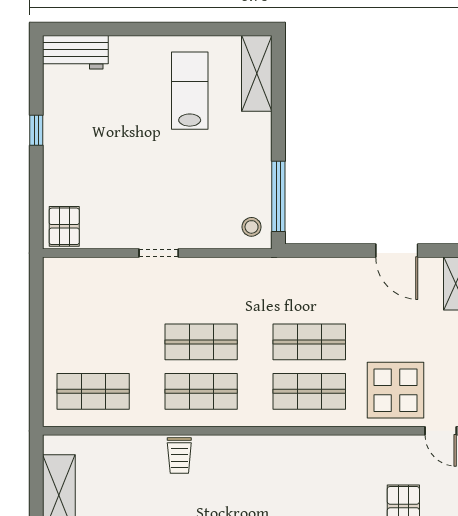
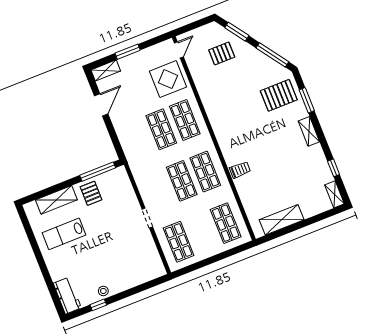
shelving: (257, 73) -> (56, 200), moved
window: (36, 130) -> (98, 305), moved
pallet: (64, 226) -> (91, 193), moved, turned 90
stool: (252, 227) -> (103, 291), moved
shop shelf: (93, 293) -> (179, 242), added

